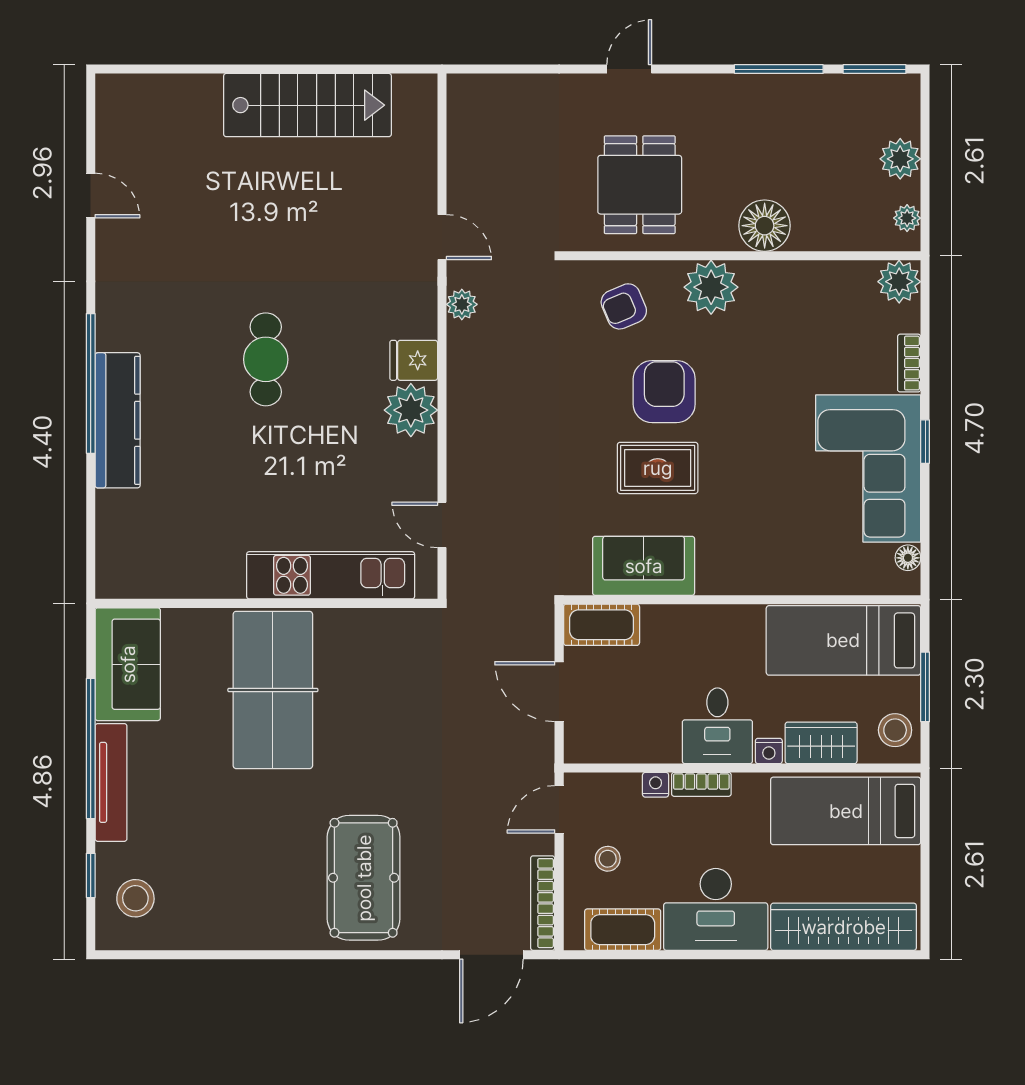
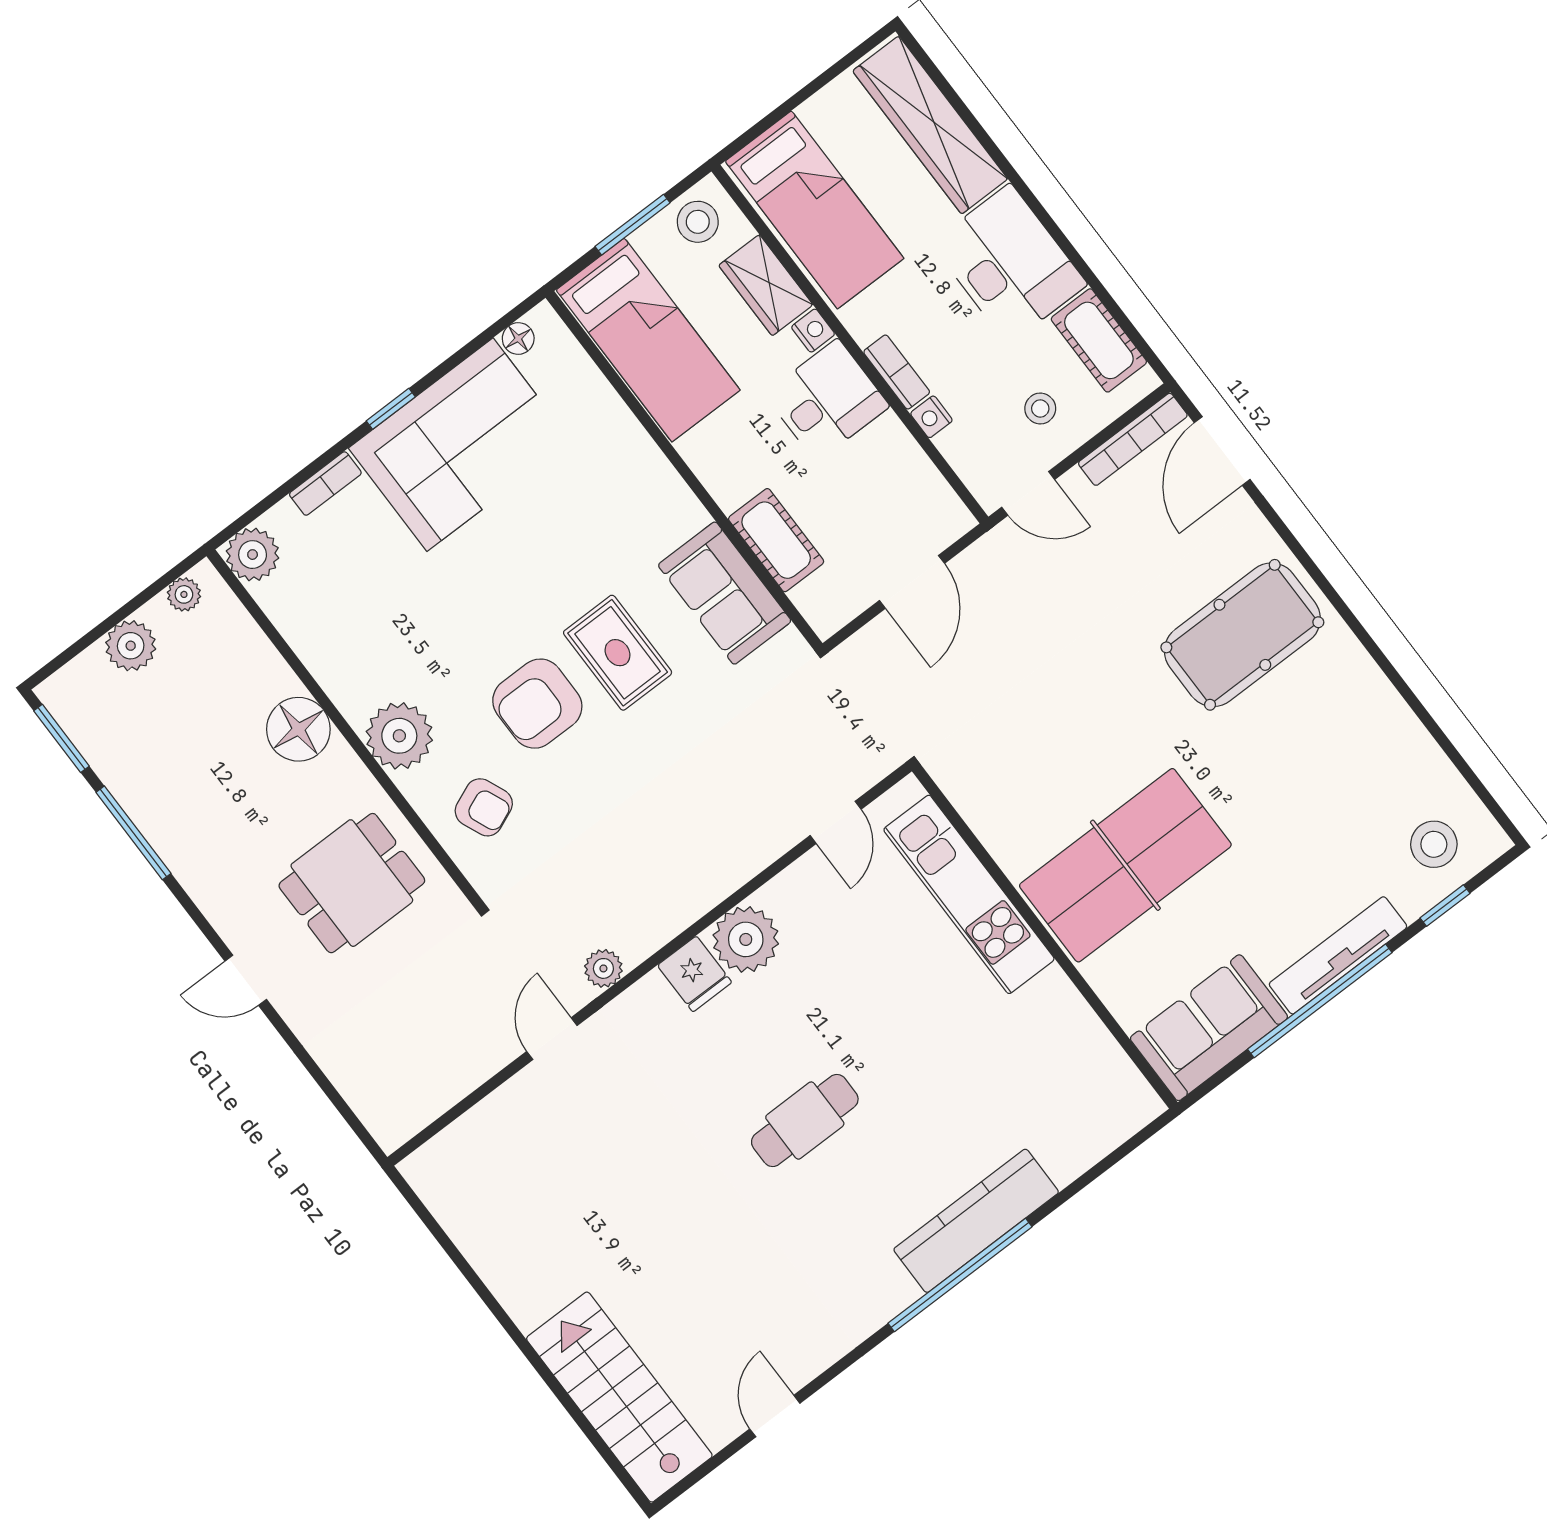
stairs: (308, 105) -> (619, 1397), moved
cot: (602, 625) -> (776, 540), moved
door: (491, 955) -> (1222, 451), swing flipped

